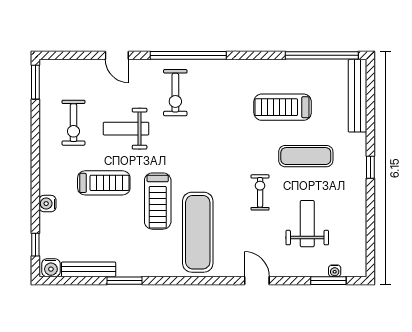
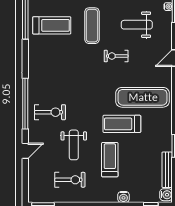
treadmill: (283, 107) -> (52, 25), moved, turned -90
treadmill: (158, 201) -> (122, 124), turned 180

